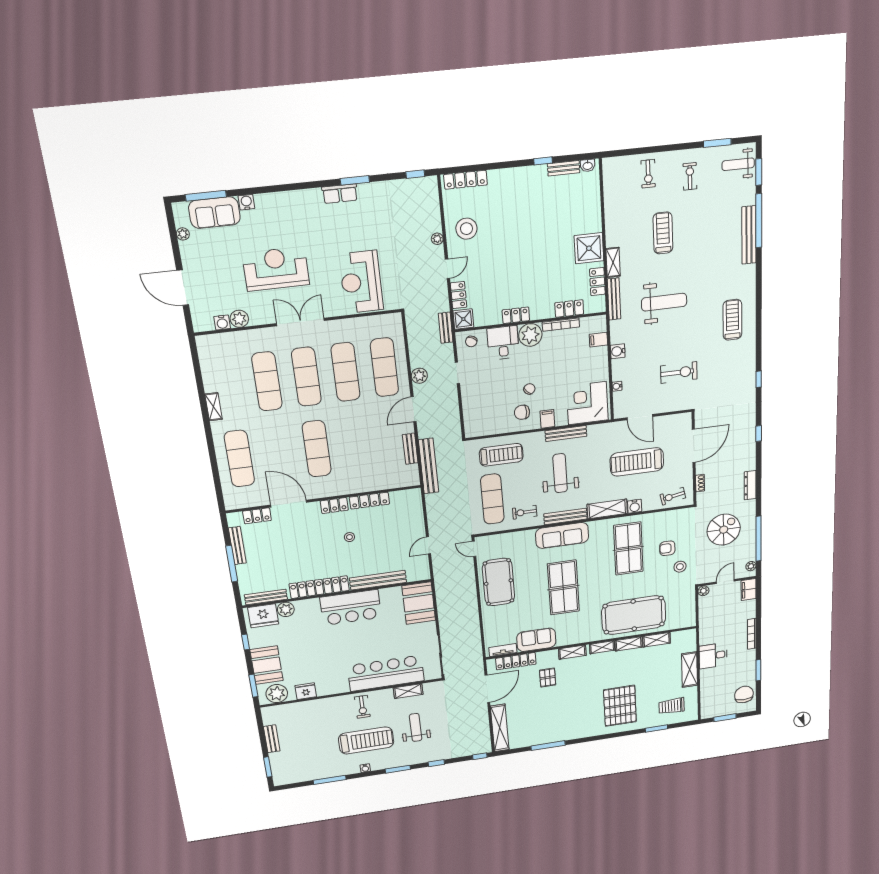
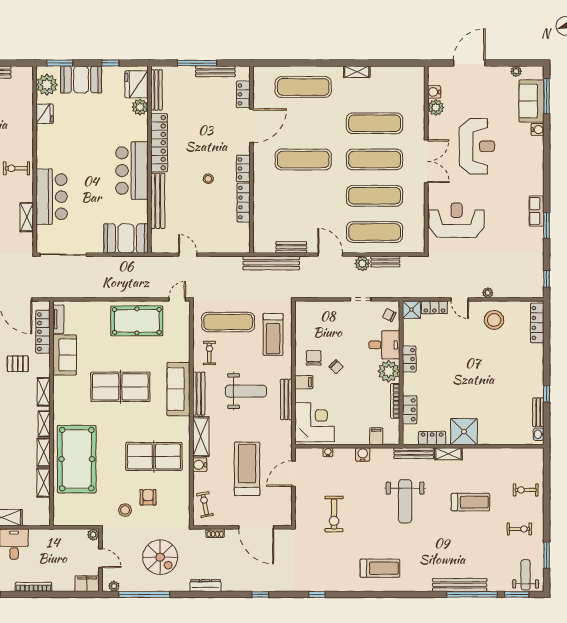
bench: (446, 328) -> (385, 262), moved
bar counter: (386, 673) -> (52, 197), width x0.73

